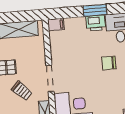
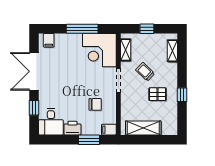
window: (95, 10) -> (89, 140), moved
chair: (109, 63) -> (95, 104), moved

